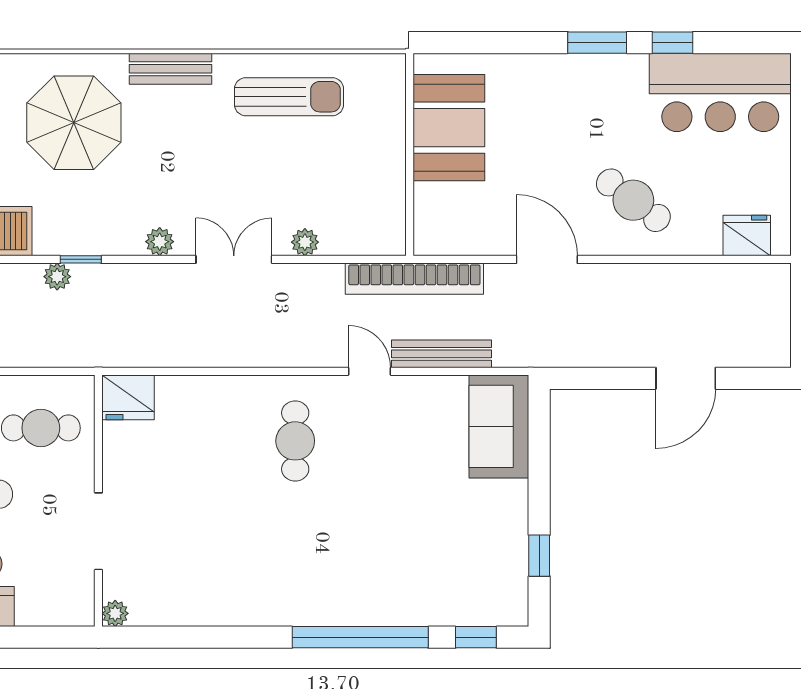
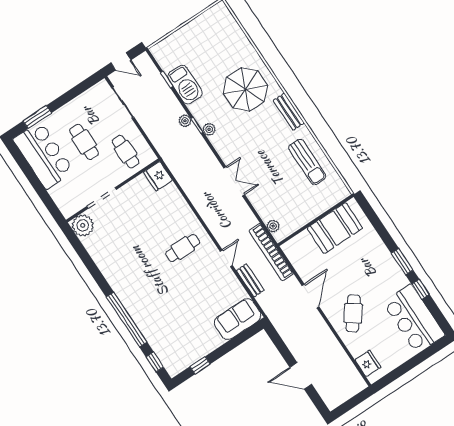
plant: (160, 242) -> (209, 129), moved
plant: (305, 242) -> (273, 226), moved
bench: (441, 354) -> (250, 280), width x0.73
plant: (115, 613) -> (83, 225), width x1.88, depth x1.88

